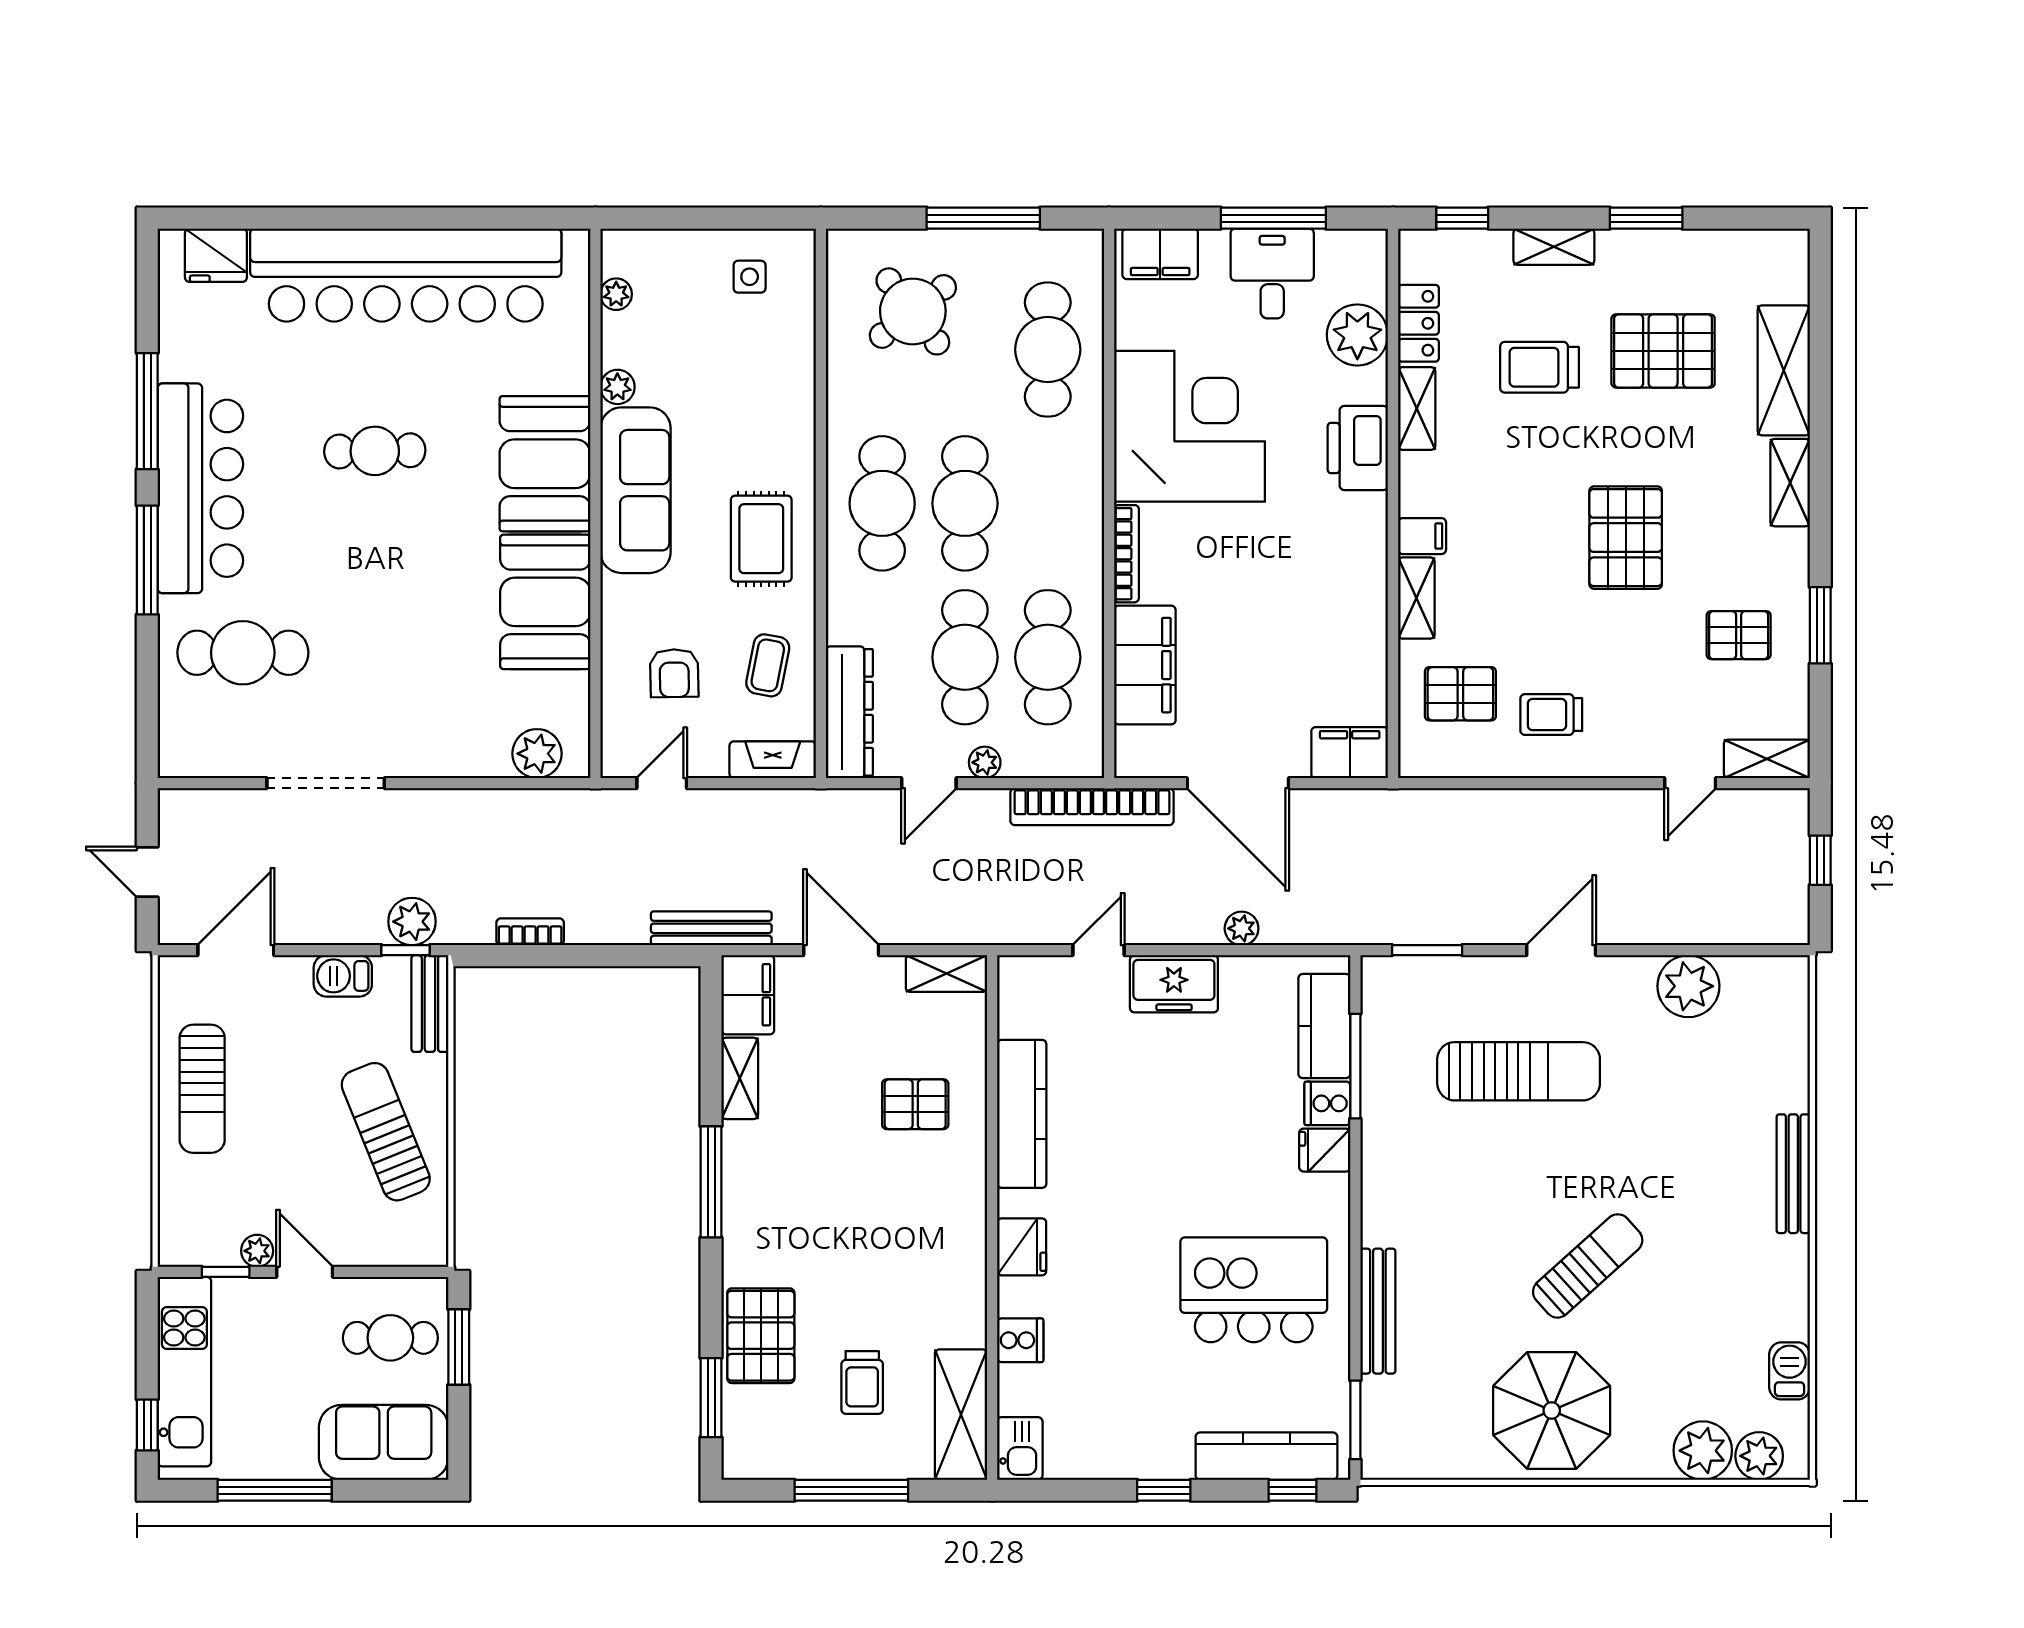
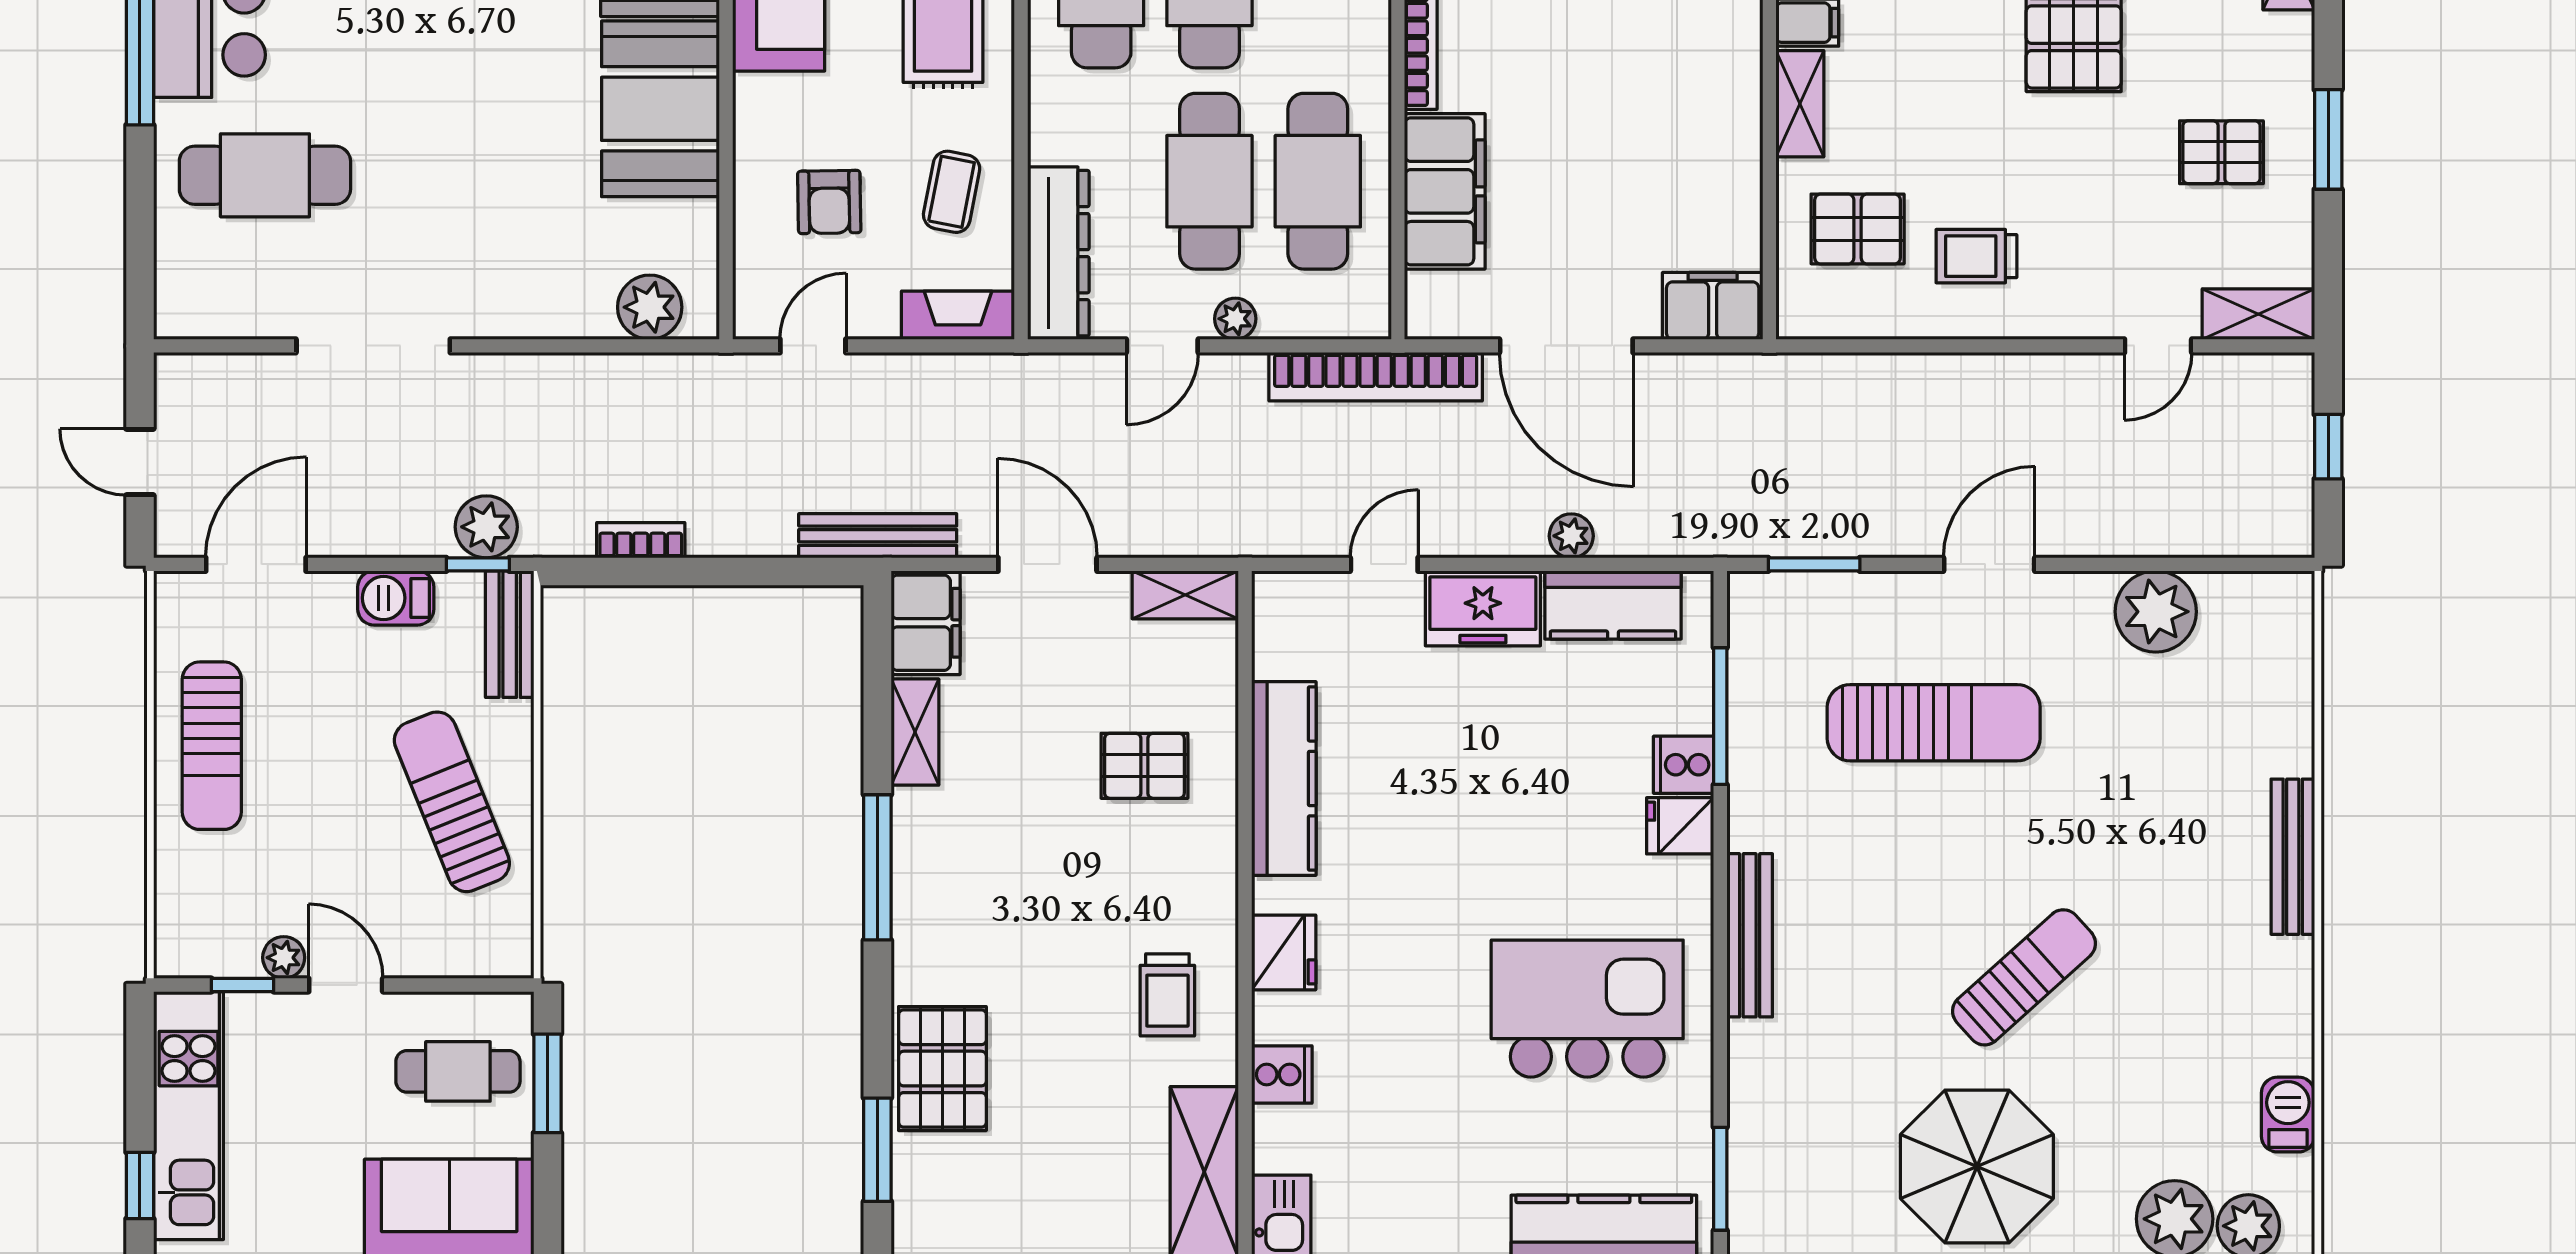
kitchen counter: (1324, 1026) -> (1613, 605), moved, turned -90
bench: (1378, 1311) -> (1750, 935), moved
trolley: (862, 1382) -> (1167, 995), moved

